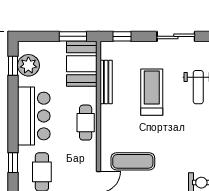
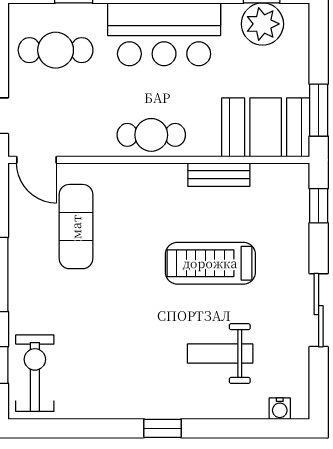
bench: (106, 82) -> (219, 175), width x0.73
treadmill: (152, 92) -> (210, 263), turned 180

